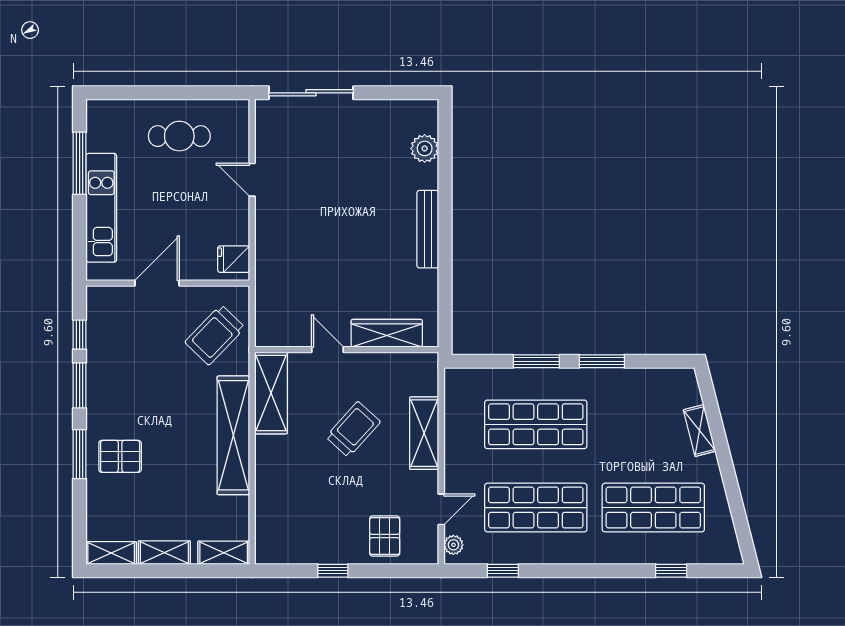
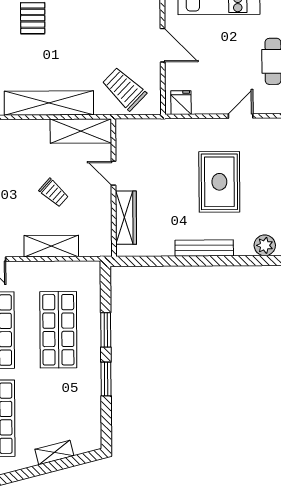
rug: (340, 209) -> (219, 182), added
door: (327, 350) -> (114, 173), swing flipped
trolley: (353, 429) -> (54, 193), width x0.73, depth x0.72

